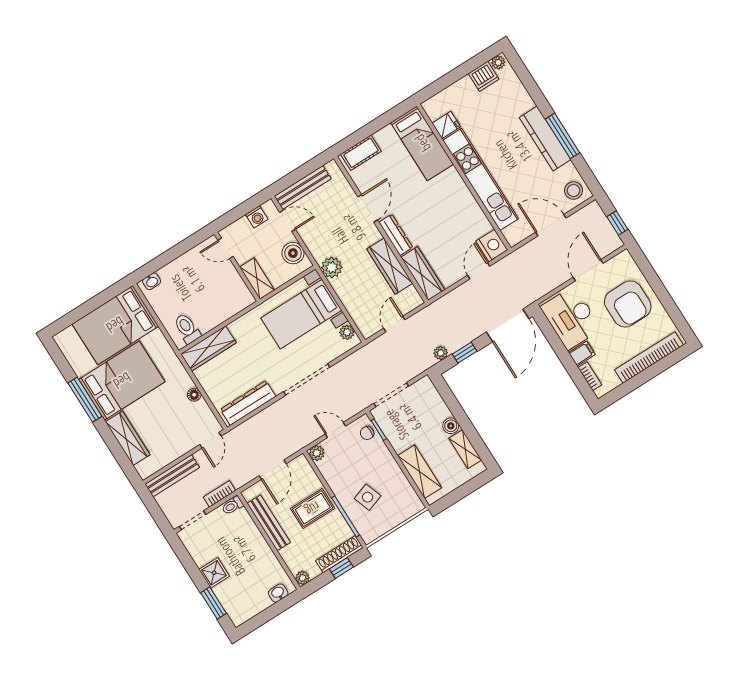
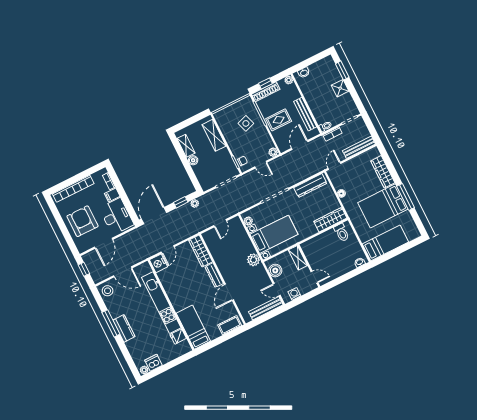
kitchen counter: (545, 139) -> (124, 328), width x0.67
wardrobe: (390, 266) -> (219, 257), removed
bed: (115, 325) -> (385, 243), width x0.67

